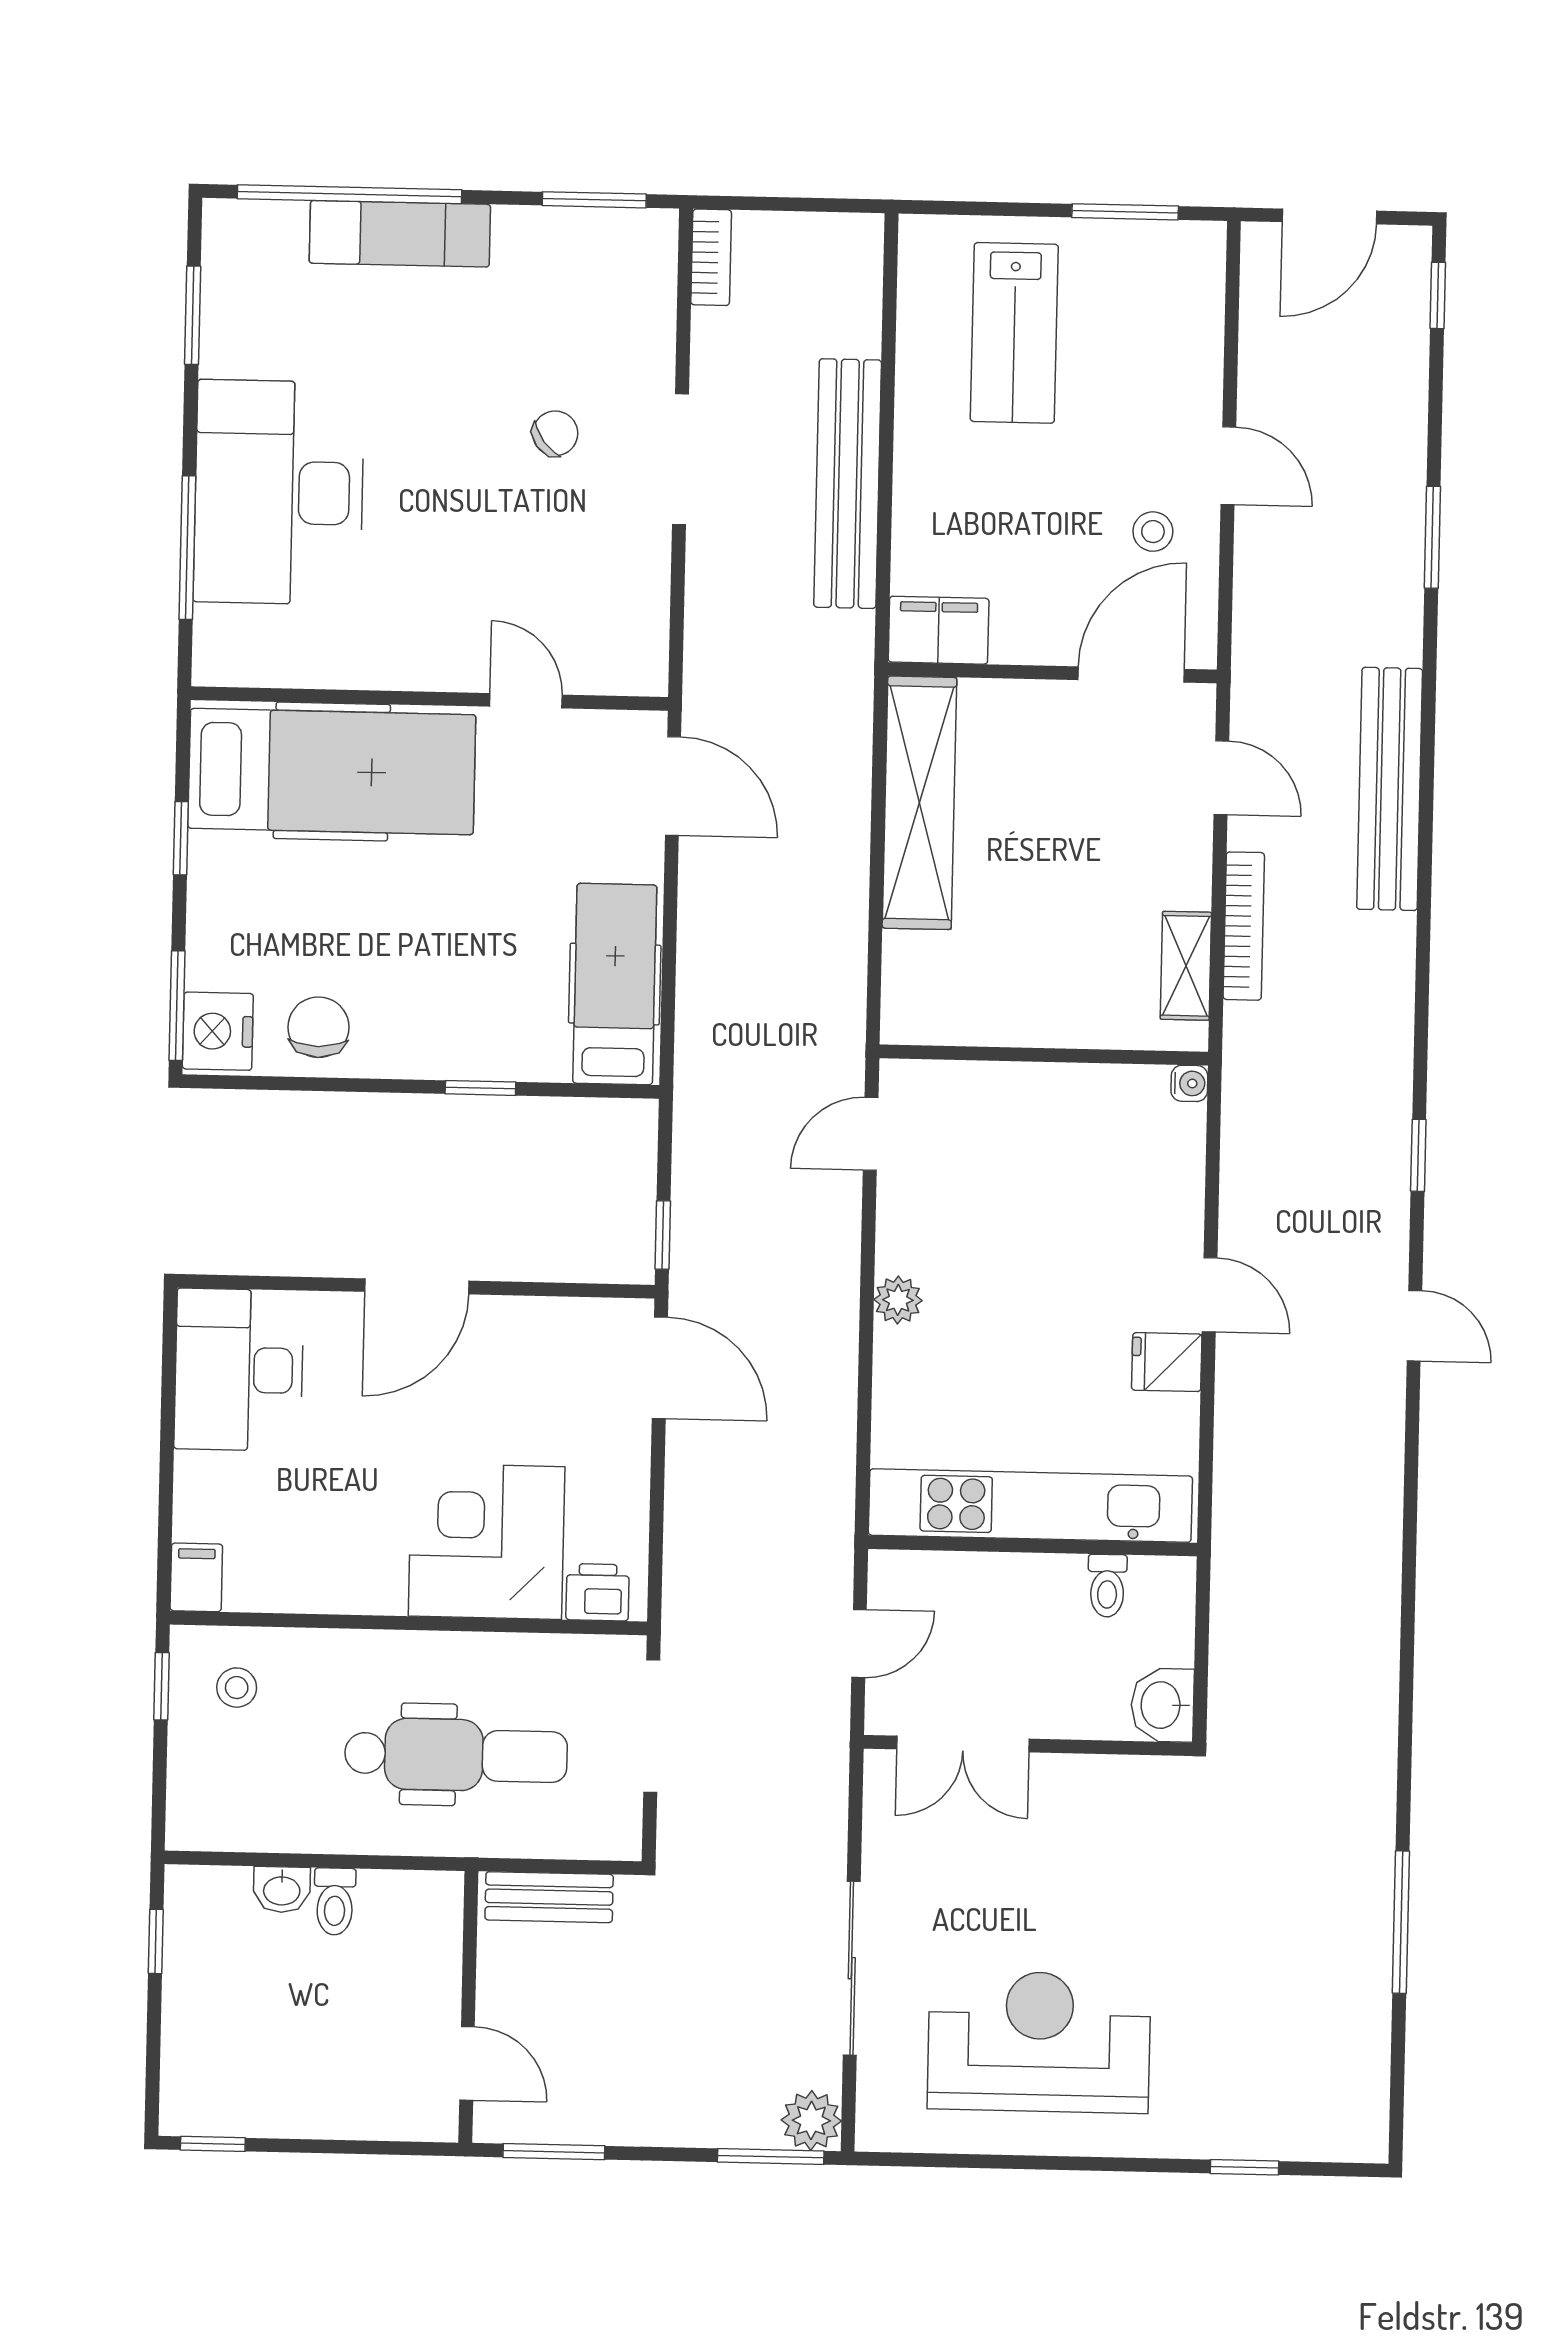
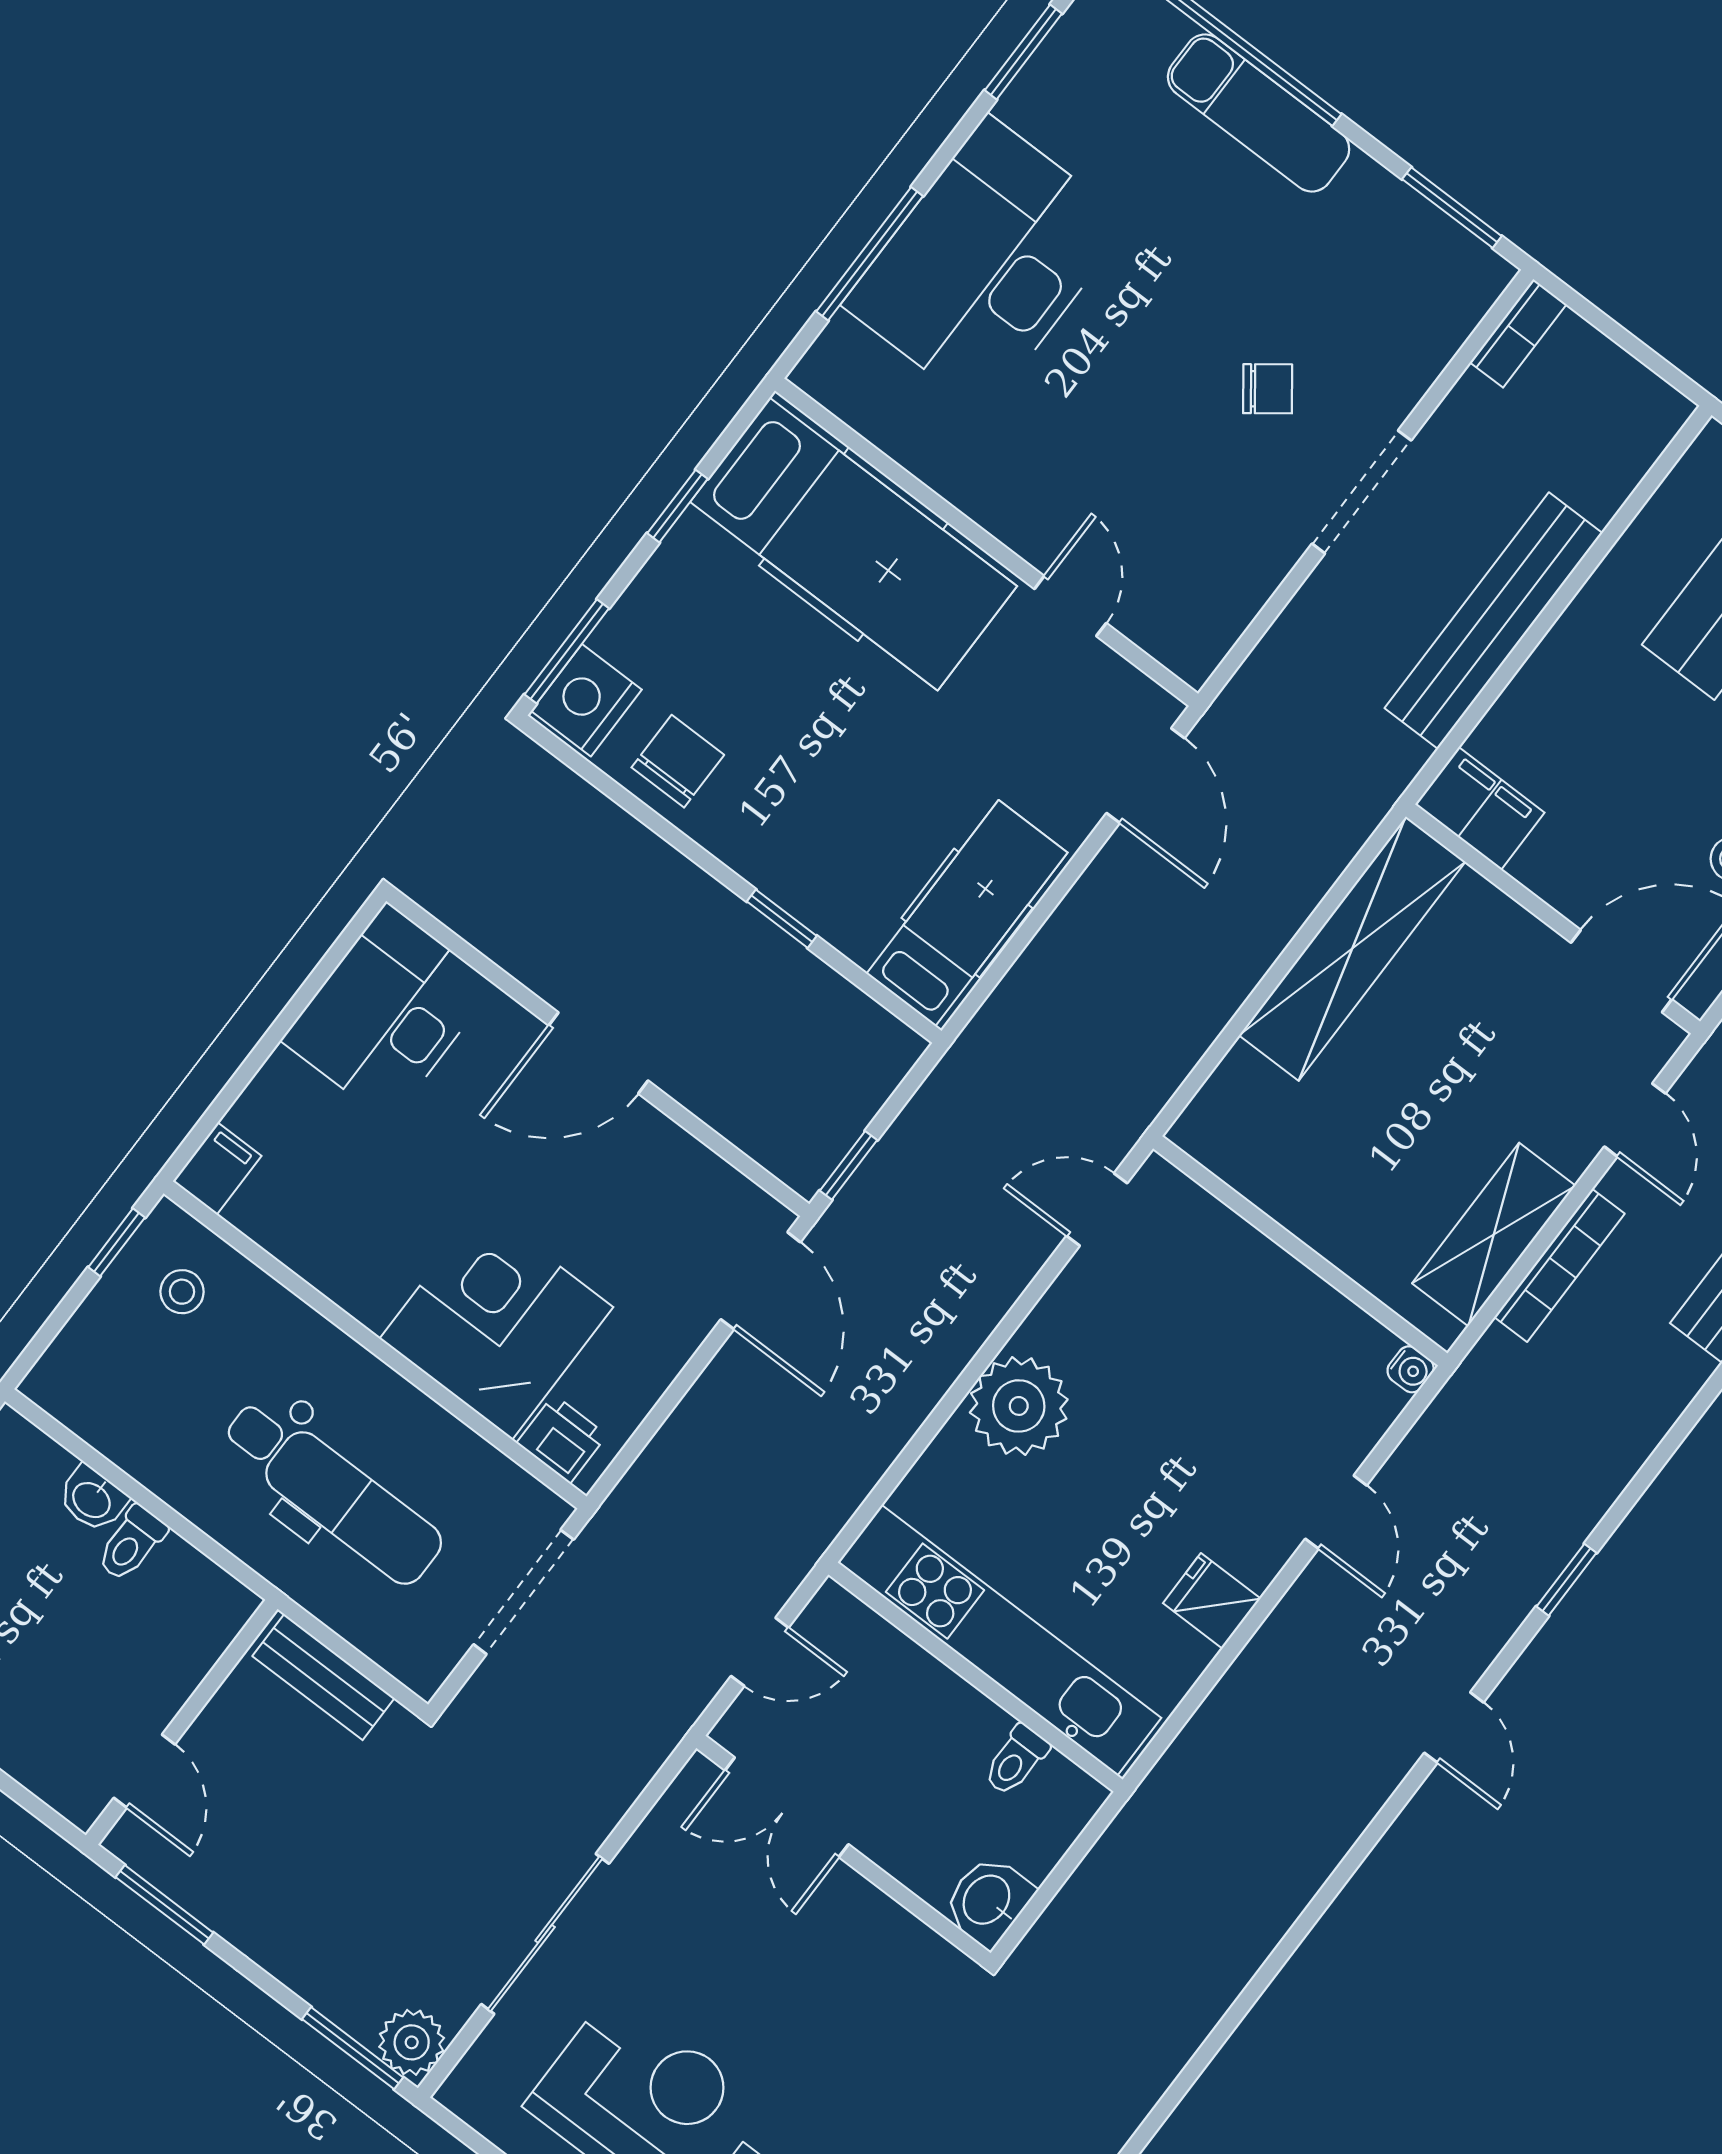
shelving: (1186, 966) -> (1494, 1234), width x1.50, depth x1.33
door: (1210, 1295) -> (1336, 1512), moved
plant: (898, 1300) -> (1019, 1406), width x1.87, depth x1.87

